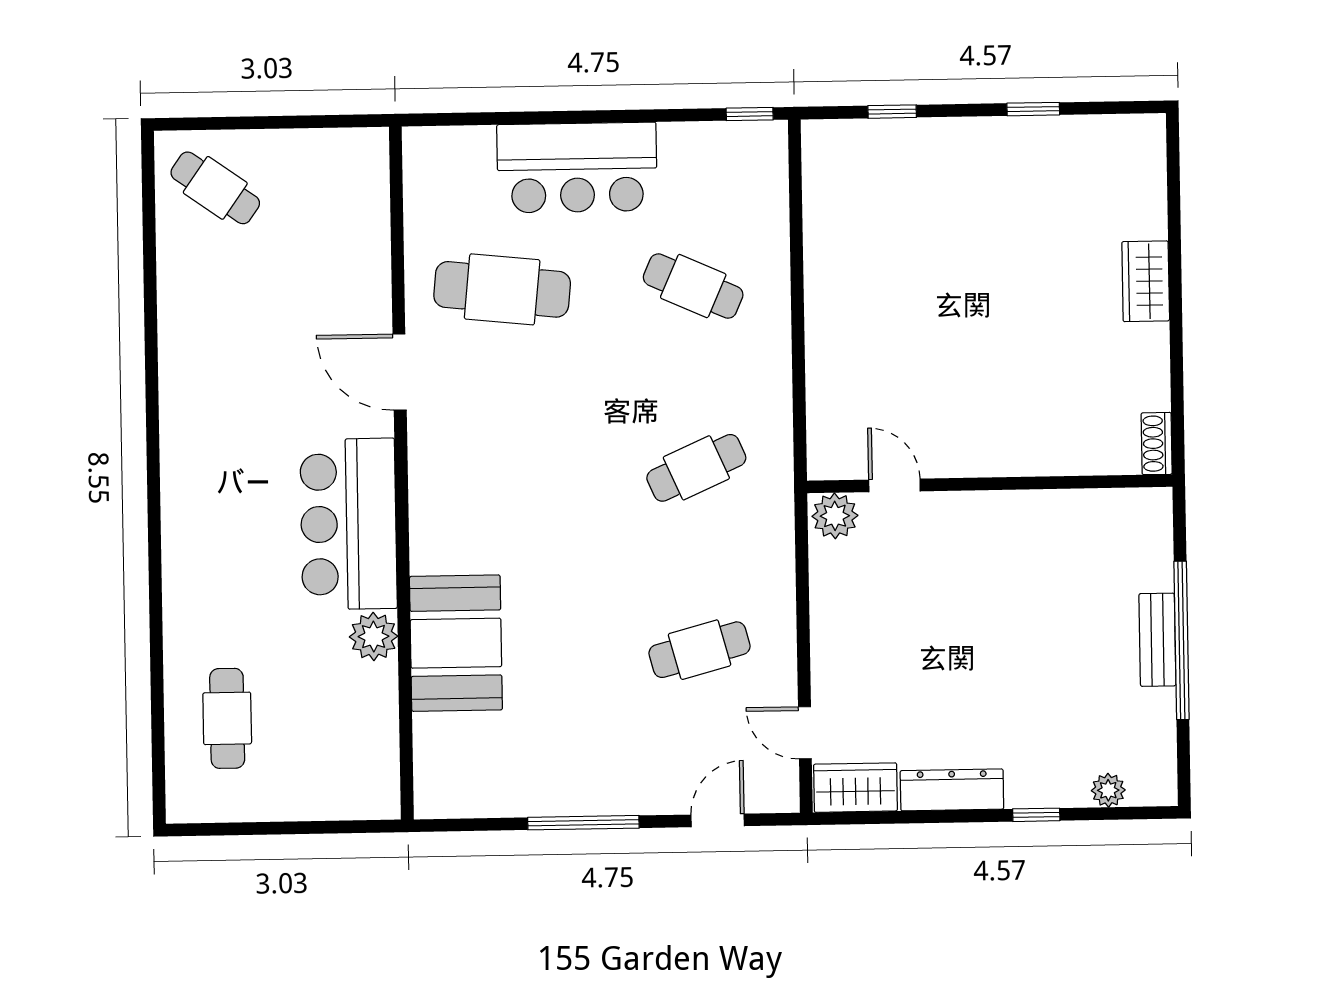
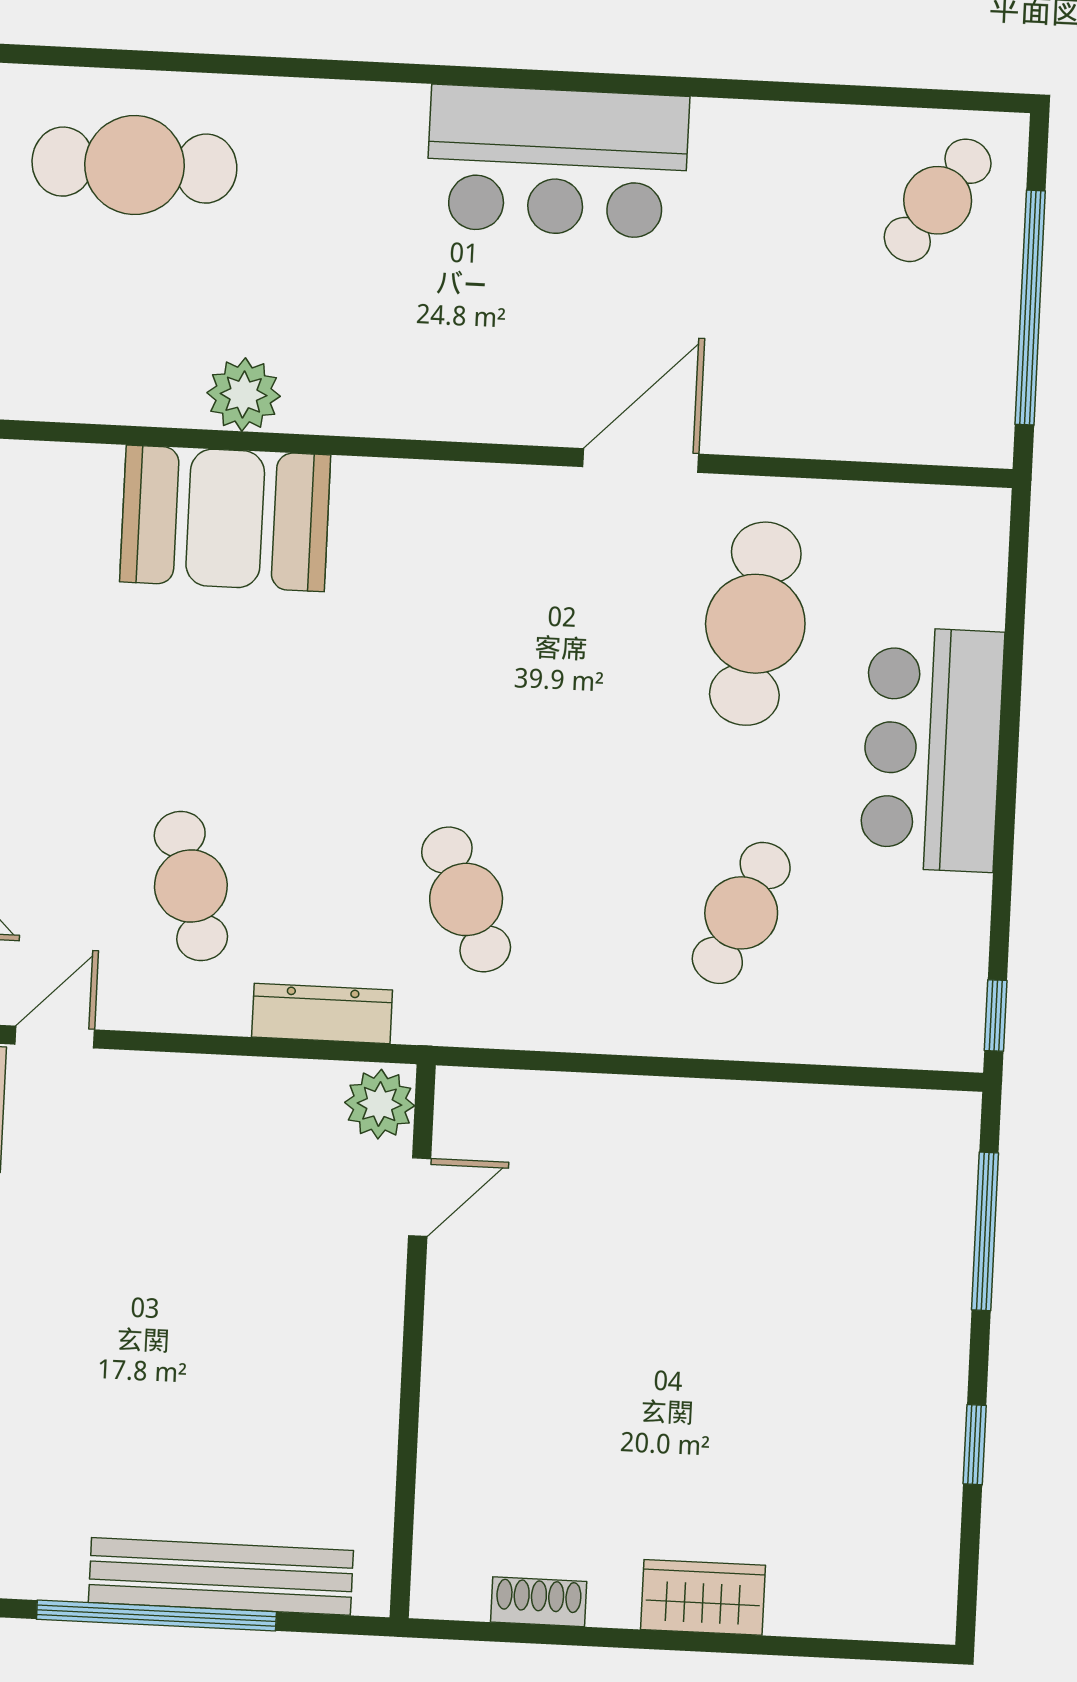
window: (892, 112) -> (985, 1231), width x2.17
window: (282, 122) -> (1030, 308), added
shoe rack: (1157, 444) -> (539, 1602), moved
bar counter: (349, 524) -> (557, 162), moved, turned 180
dresser: (778, 558) -> (322, 1013), added
bench: (1157, 640) -> (221, 1576), width x1.86, depth x1.21
cafe table: (227, 718) -> (134, 165), width x1.37, depth x1.35

